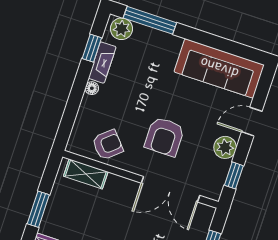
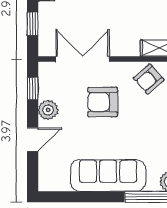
sofa: (219, 68) -> (108, 175), moved
armchair: (164, 137) -> (103, 102), turned -90

